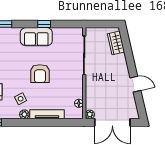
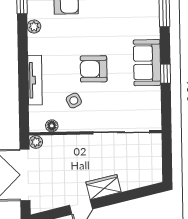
wardrobe: (116, 43) -> (104, 187), moved
side table: (21, 99) -> (74, 101), moved
plant: (24, 114) -> (34, 27), moved

